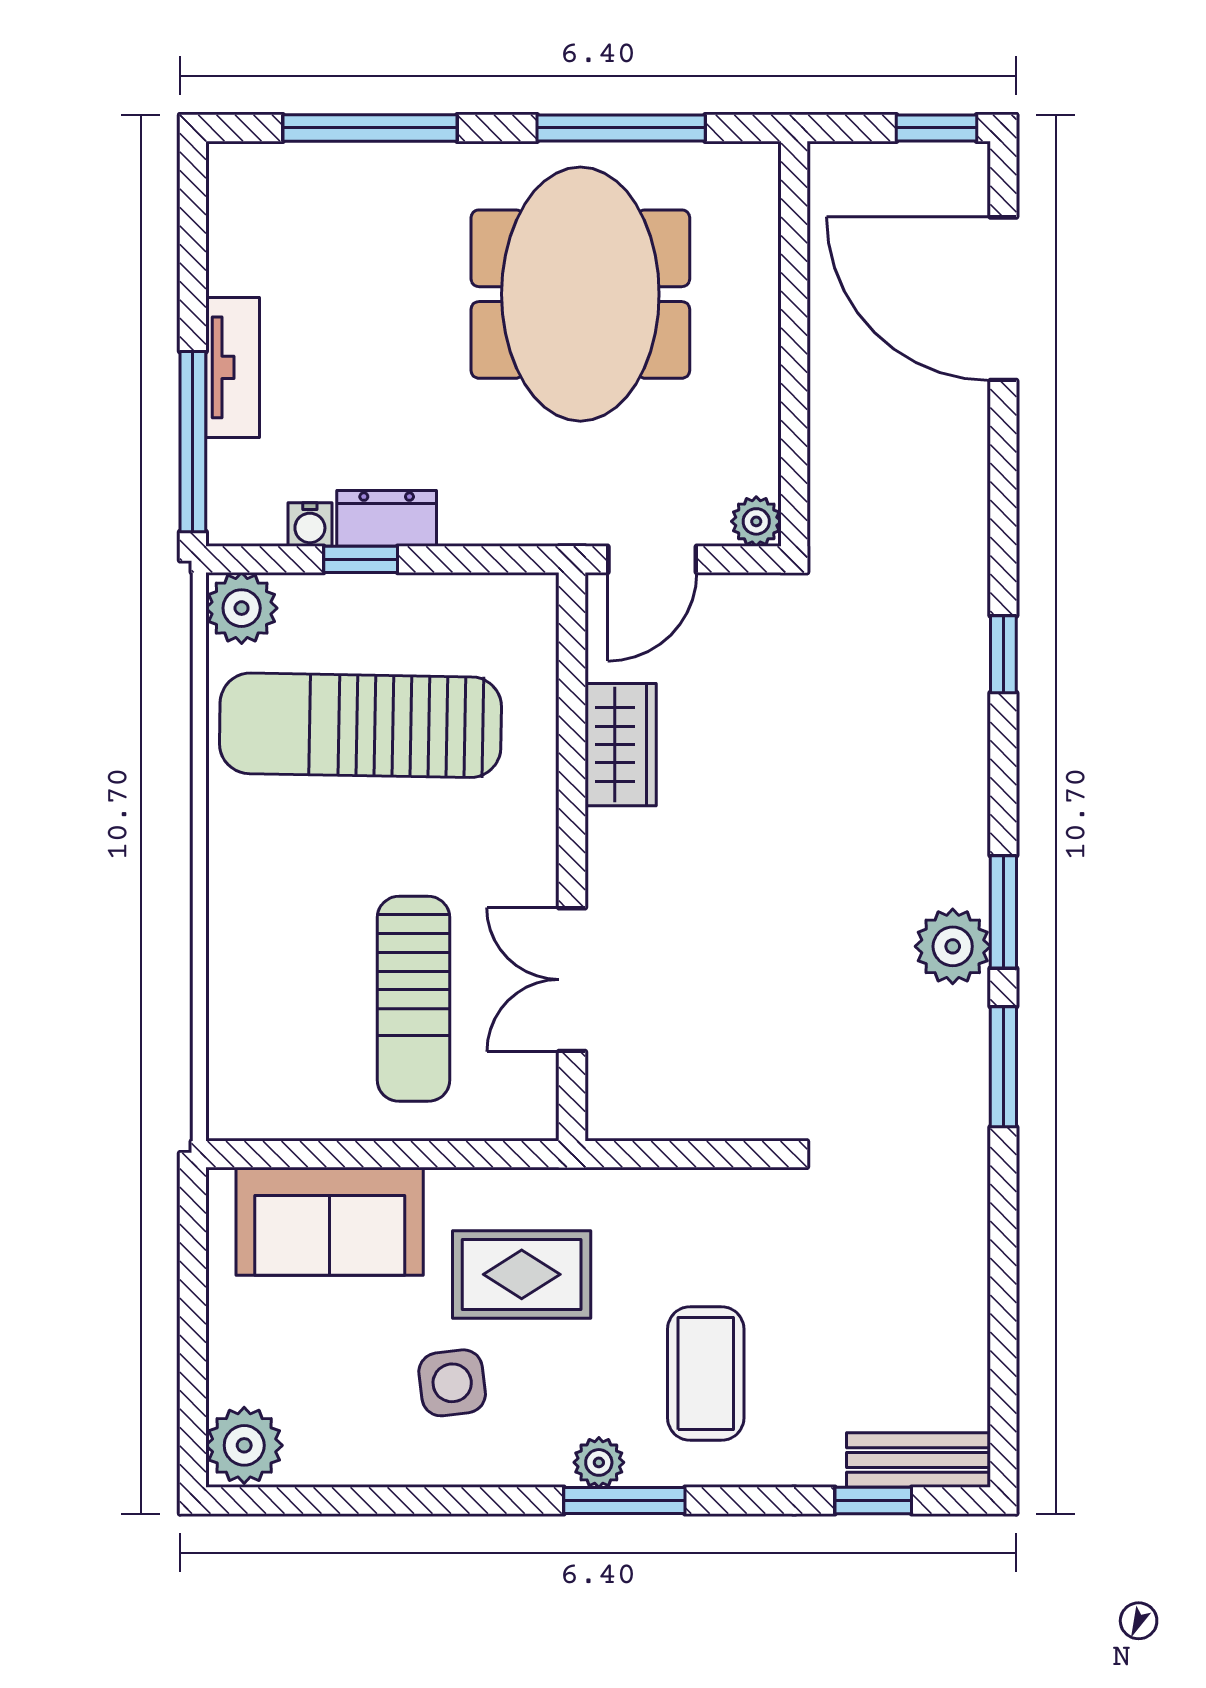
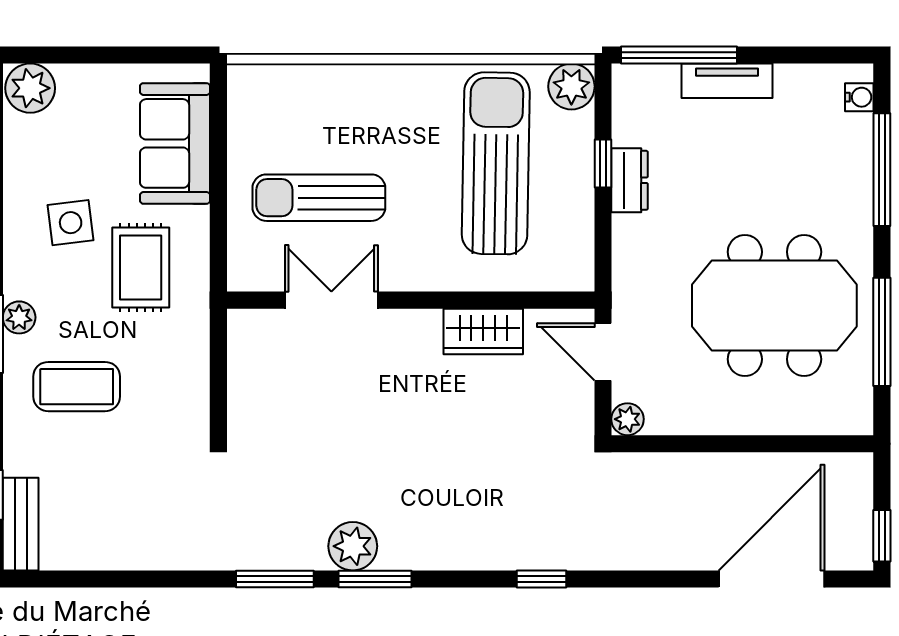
water cooler: (310, 524) -> (859, 97), moved, turned 180

